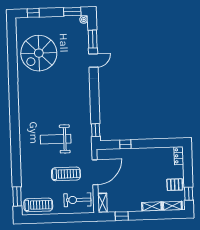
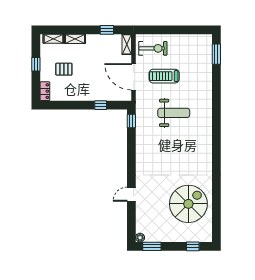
window: (93, 39) -> (131, 217), removed
door: (95, 172) -> (134, 77), hinge flipped
pallet: (175, 185) -> (64, 69), moved
window: (189, 194) -> (36, 64), moved
treadmill: (38, 205) -> (194, 44), removed

